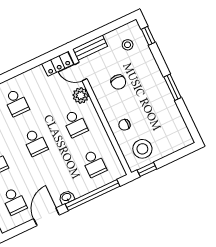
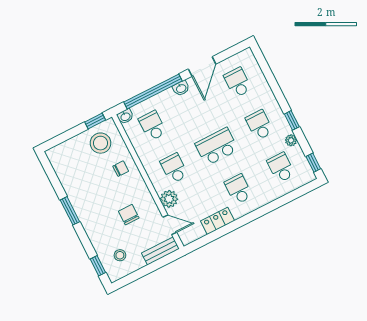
locker: (58, 64) -> (217, 221), moved
school desk: (35, 142) -> (217, 147), width x1.85
washbasin: (119, 173) -> (125, 116), added

